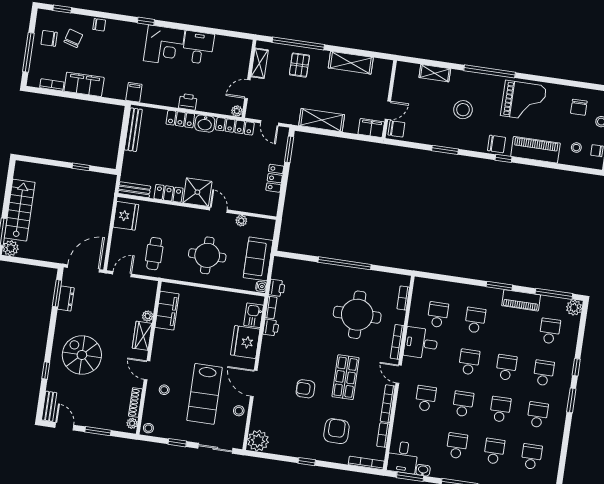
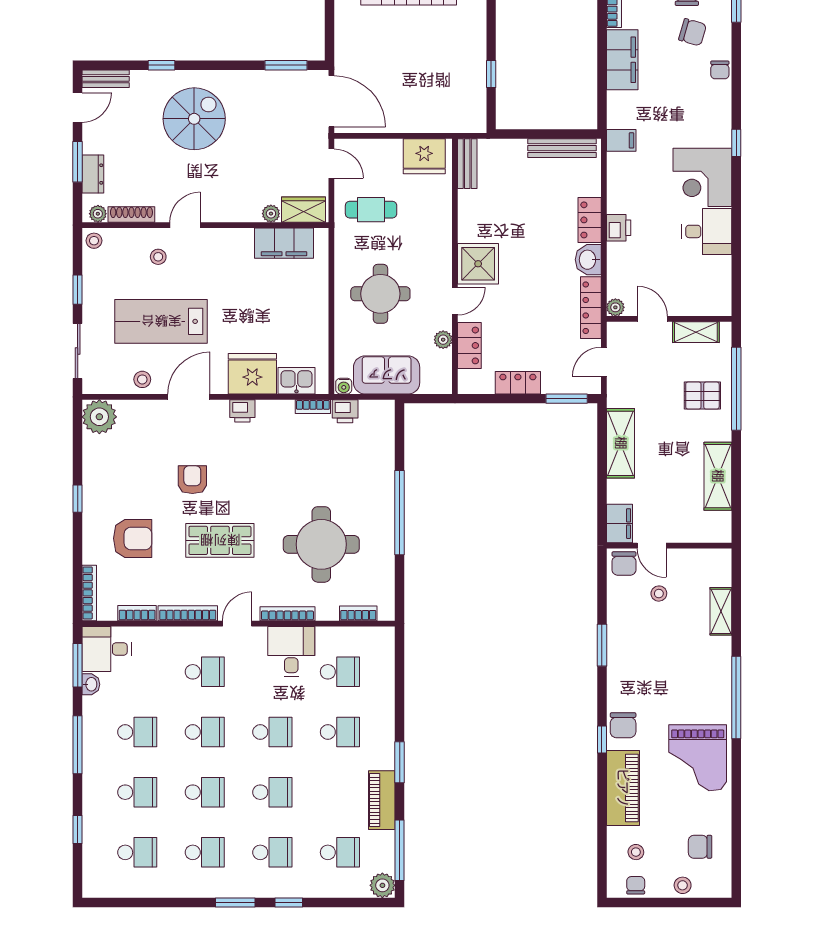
stool: (463, 110) -> (659, 594), moved, width x0.53, depth x0.53
locker: (169, 193) -> (469, 345), moved
dresser: (66, 299) -> (93, 174), moved, turned -90
printer: (271, 328) -> (242, 411), moved
wardrobe: (142, 336) -> (304, 210), moved

